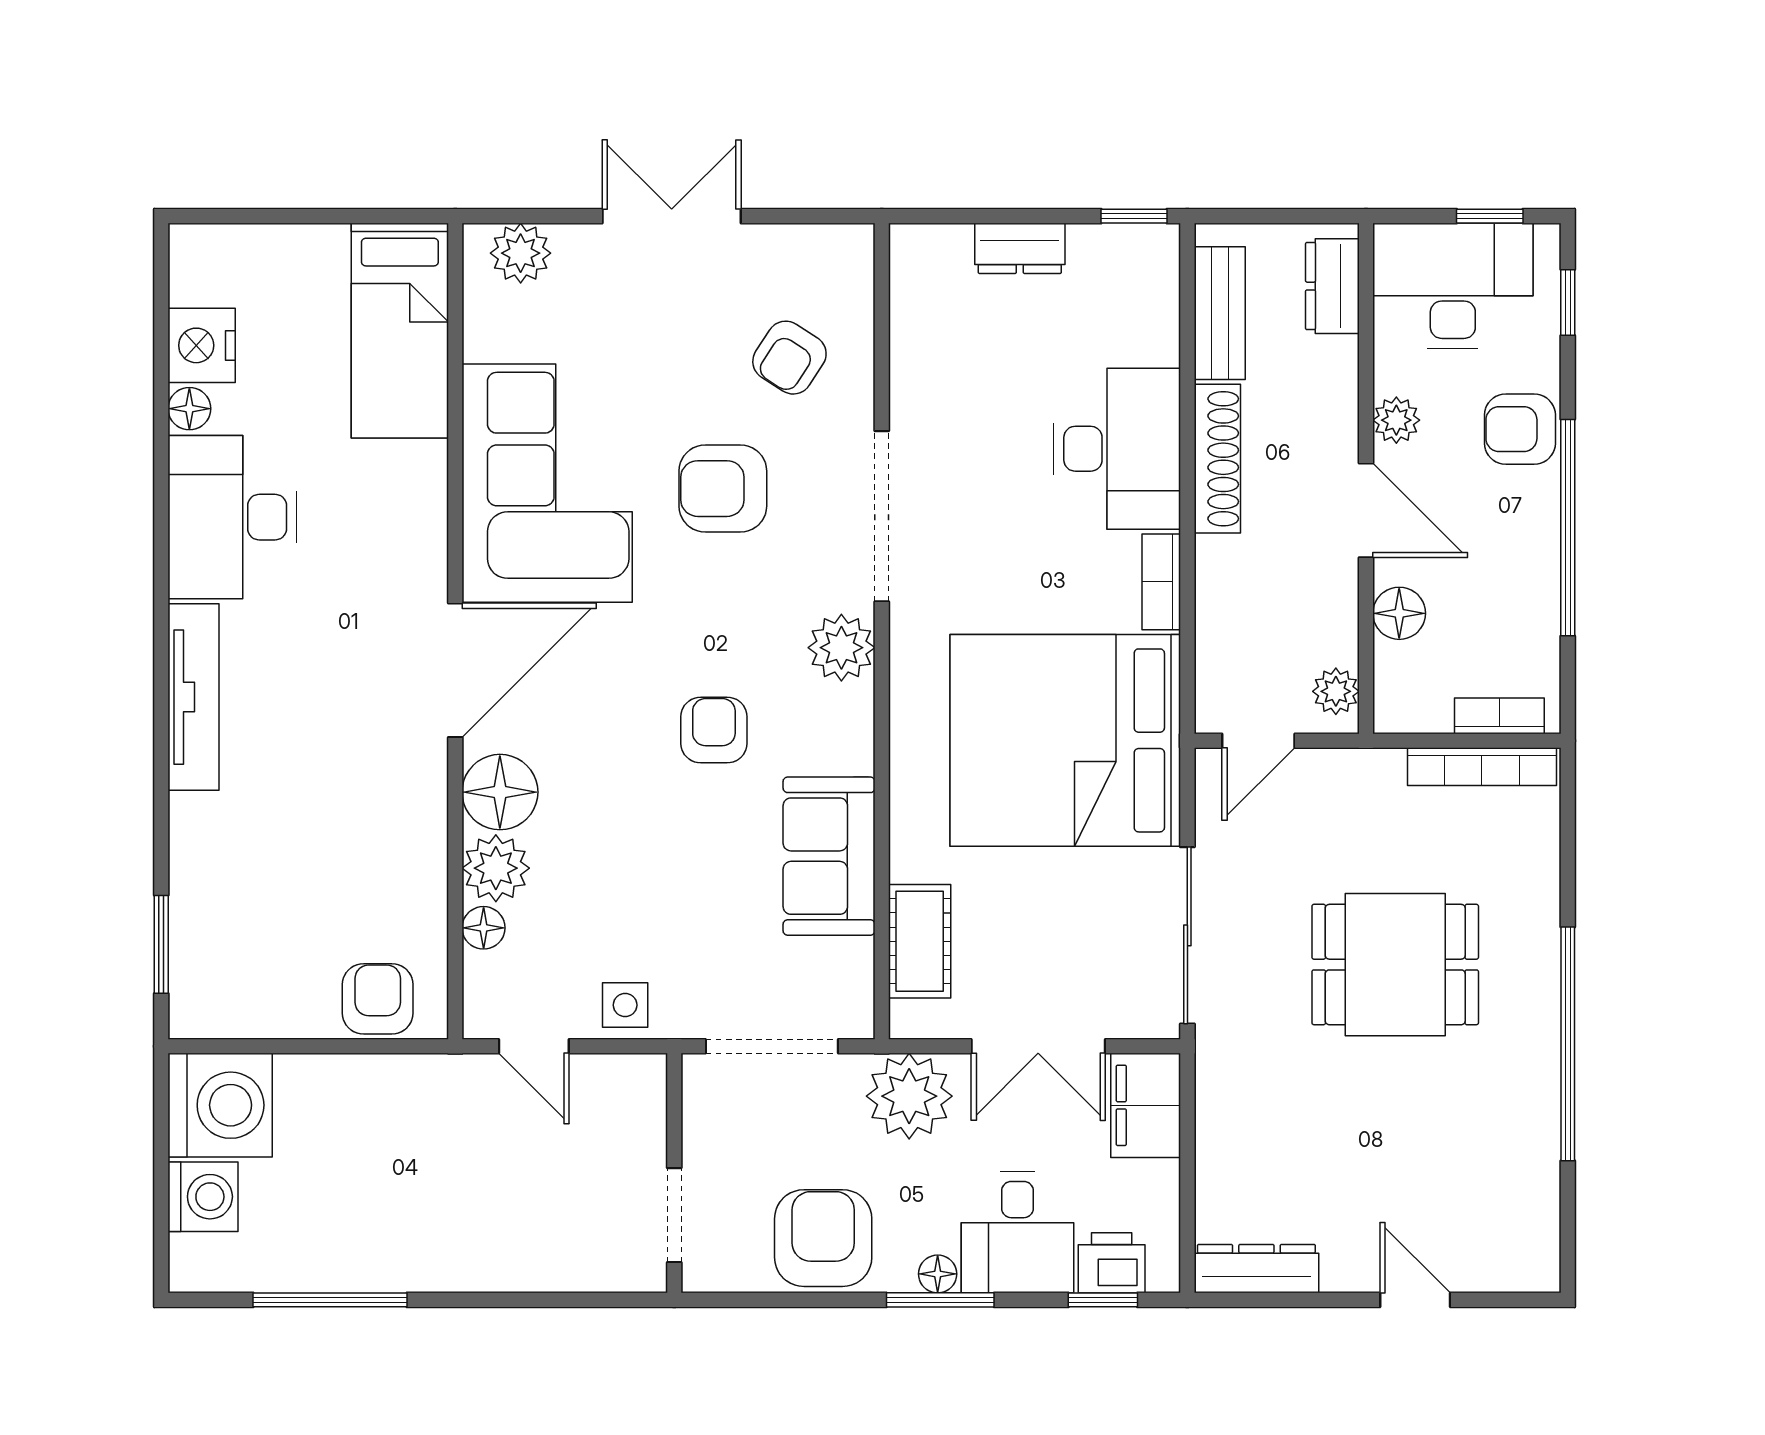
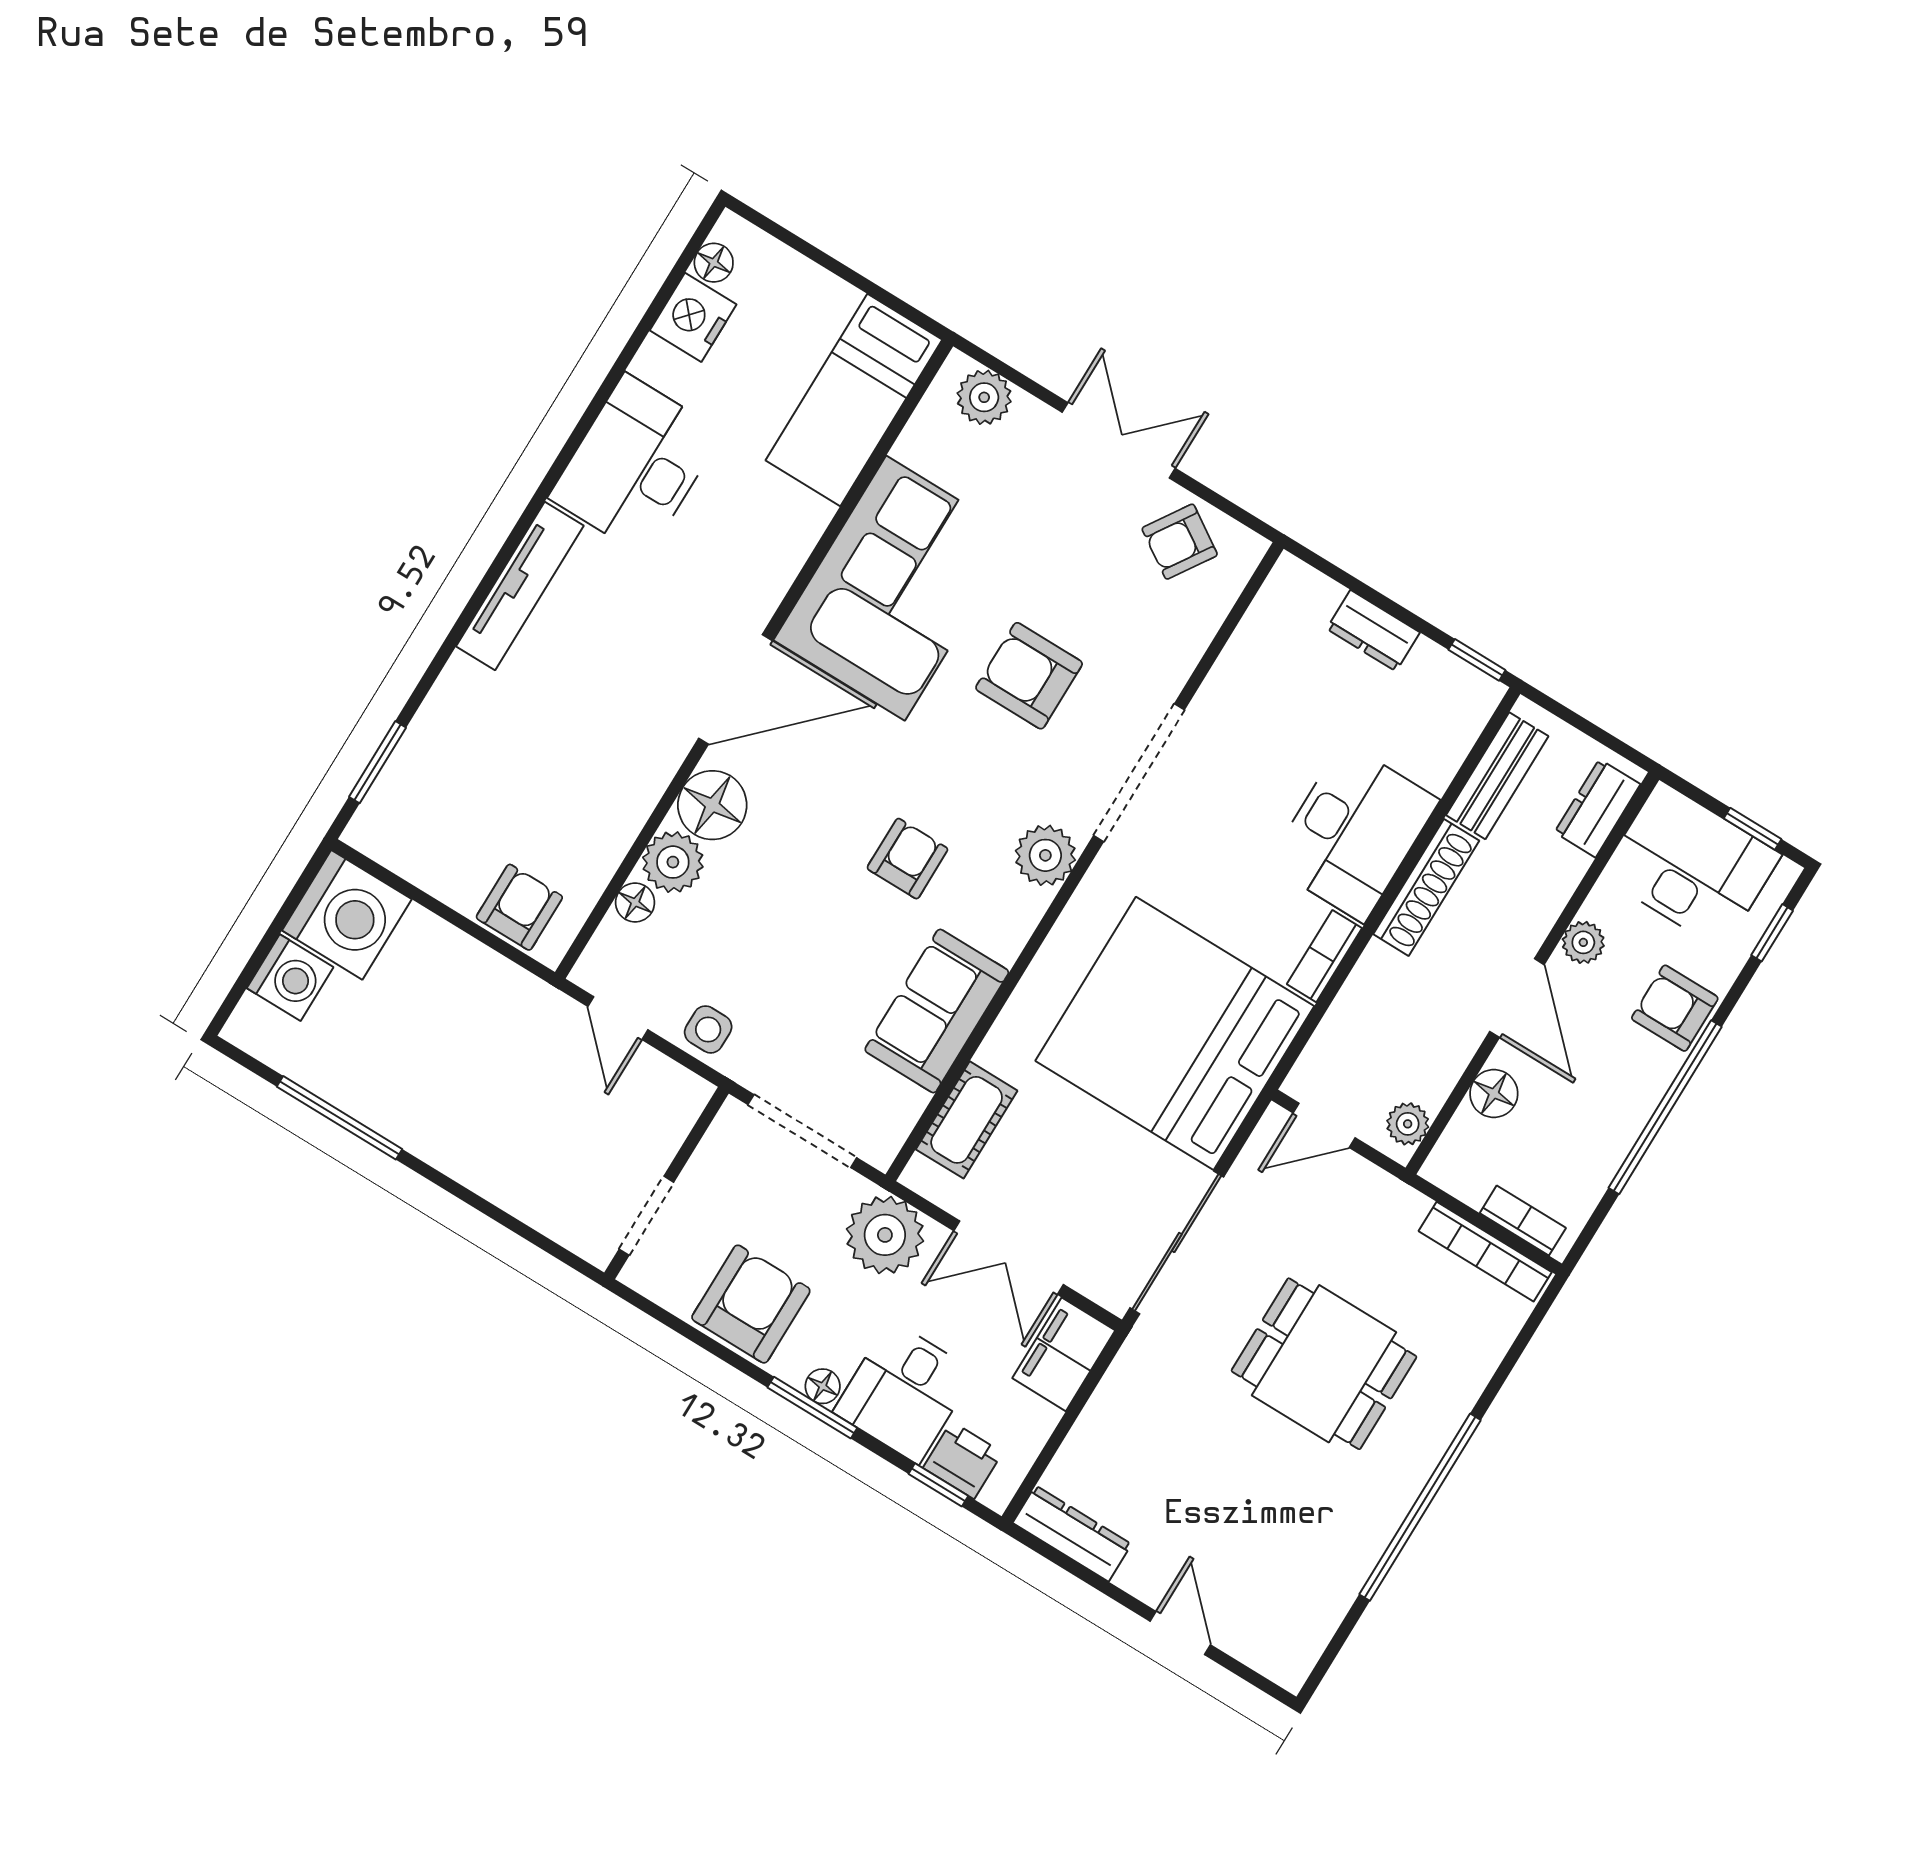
armchair: (789, 358) -> (1180, 542), moved
floor lamp: (189, 409) -> (714, 263), moved

